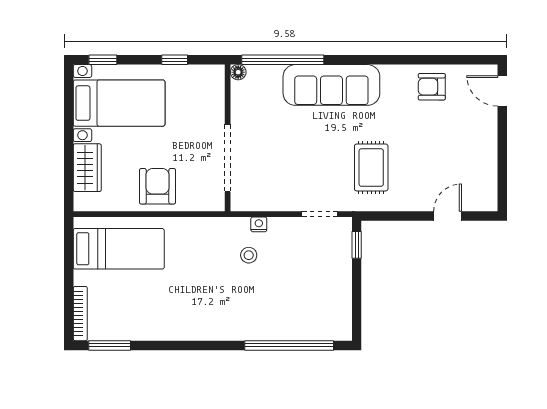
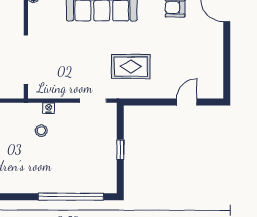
rug: (371, 167) -> (131, 67), turned 90
window: (357, 245) -> (120, 150), moved

